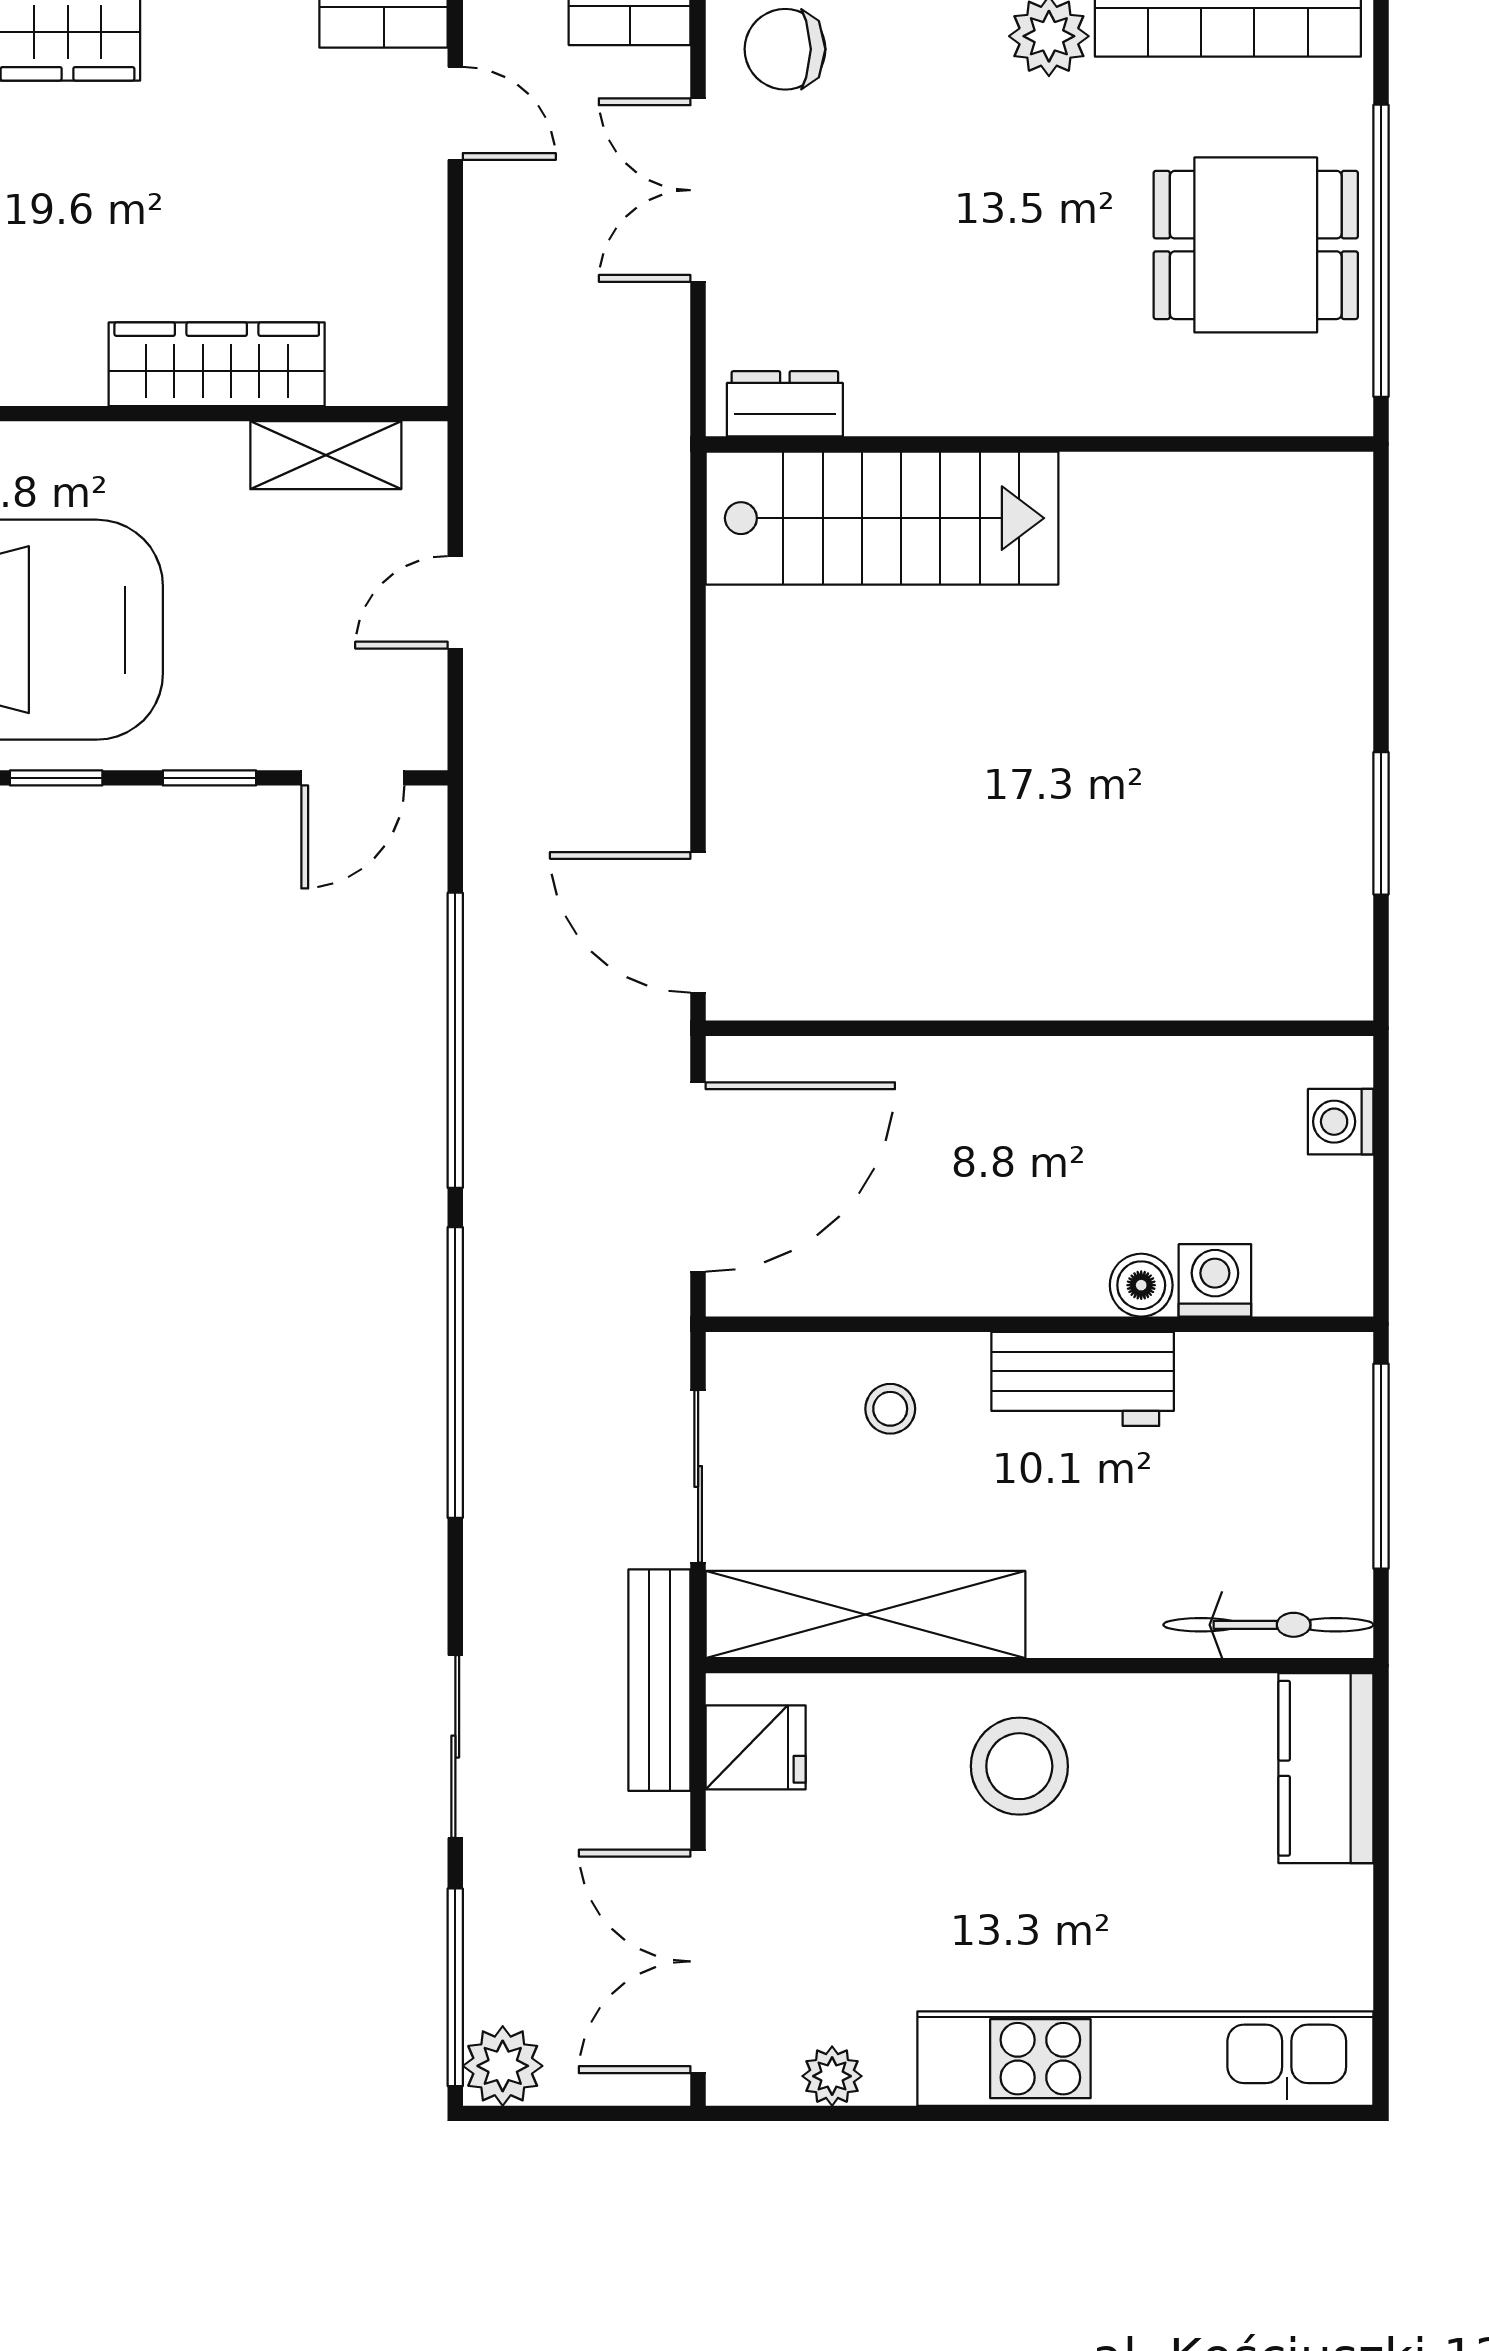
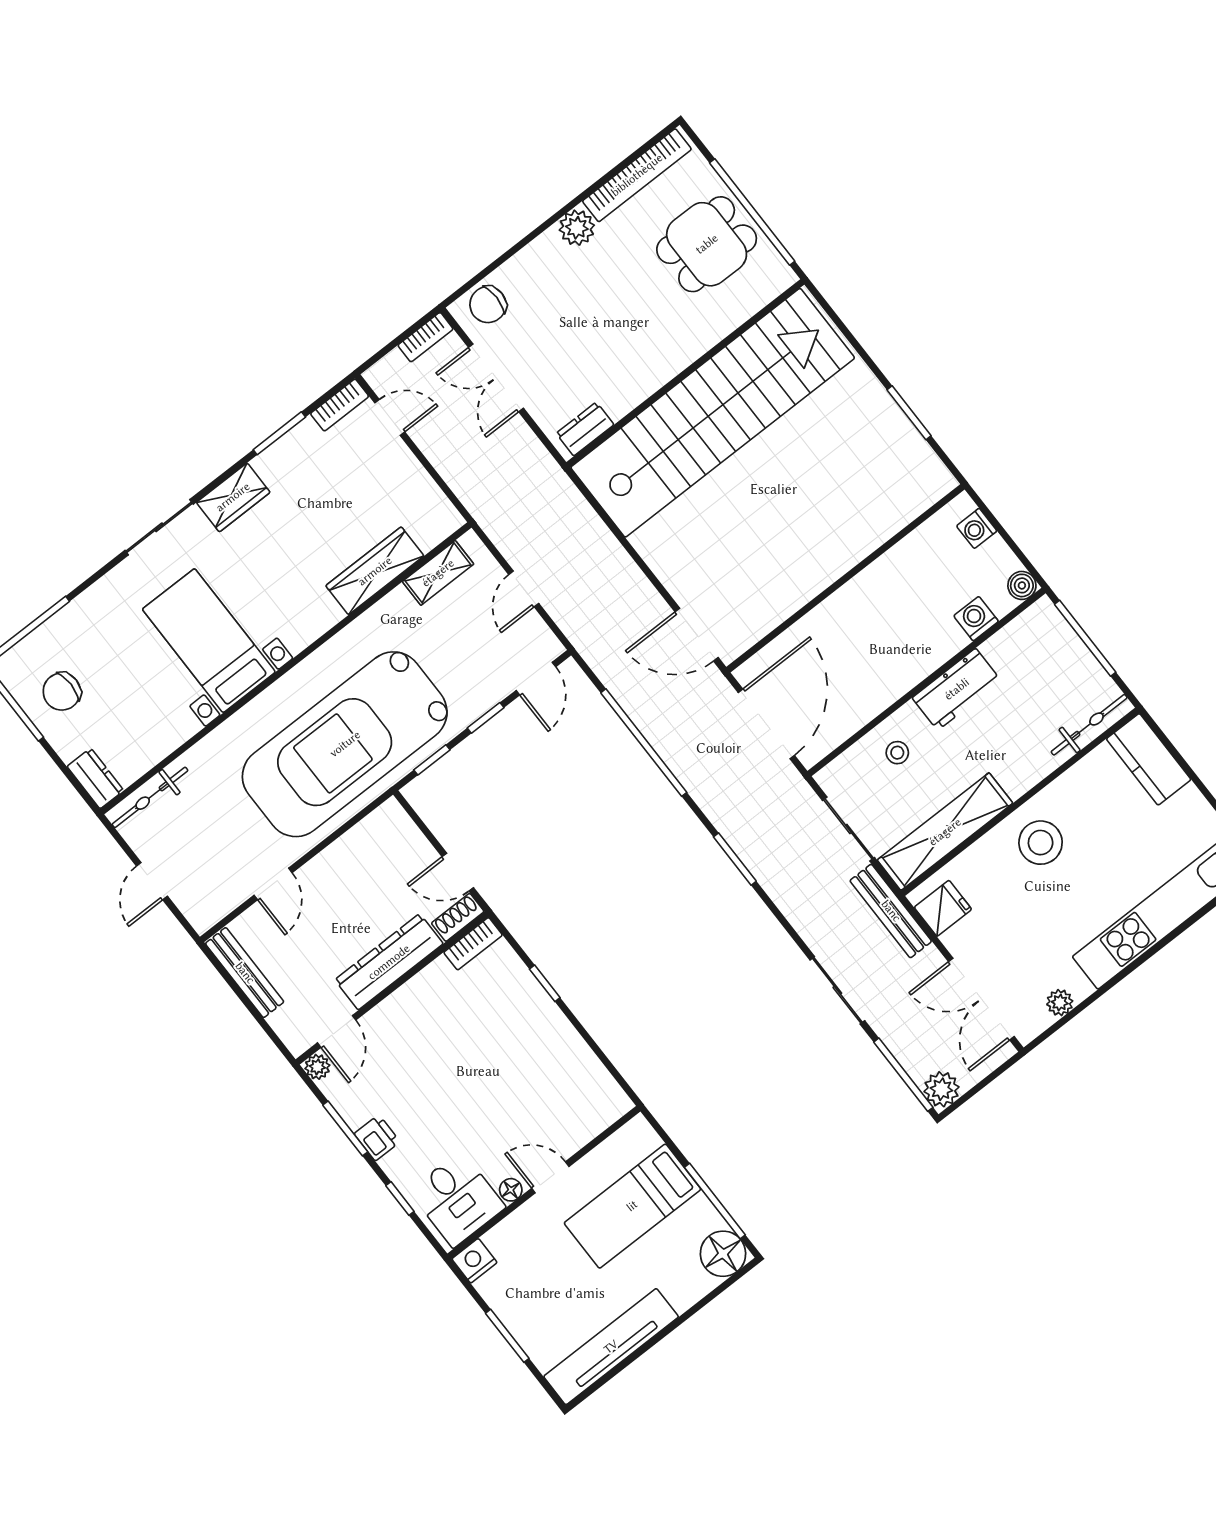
stairs: (882, 518) -> (713, 413), width x1.86, depth x1.51
boiler: (1141, 1285) -> (1022, 585), moved
window: (455, 1373) -> (735, 859), width x0.47

